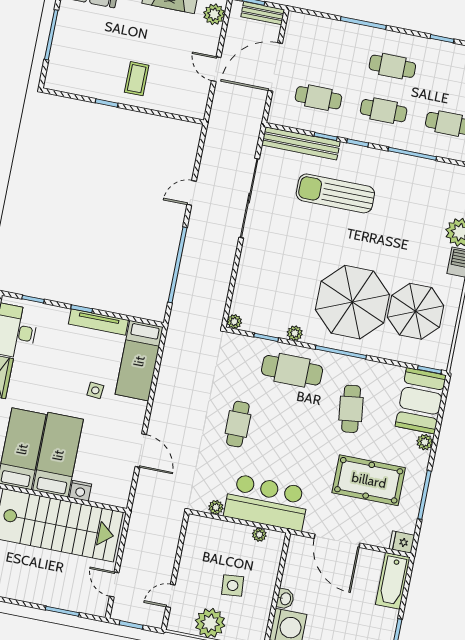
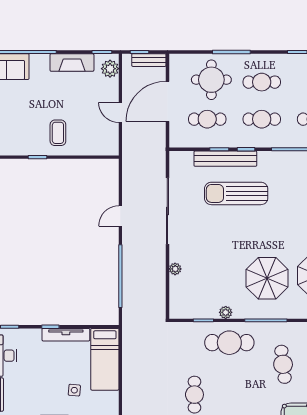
round table: (333, 51) -> (211, 80), added
bench: (301, 143) -> (225, 159), moved
parasol: (352, 302) -> (267, 278), width x0.73, depth x0.73
plant: (234, 322) -> (175, 269), moved

